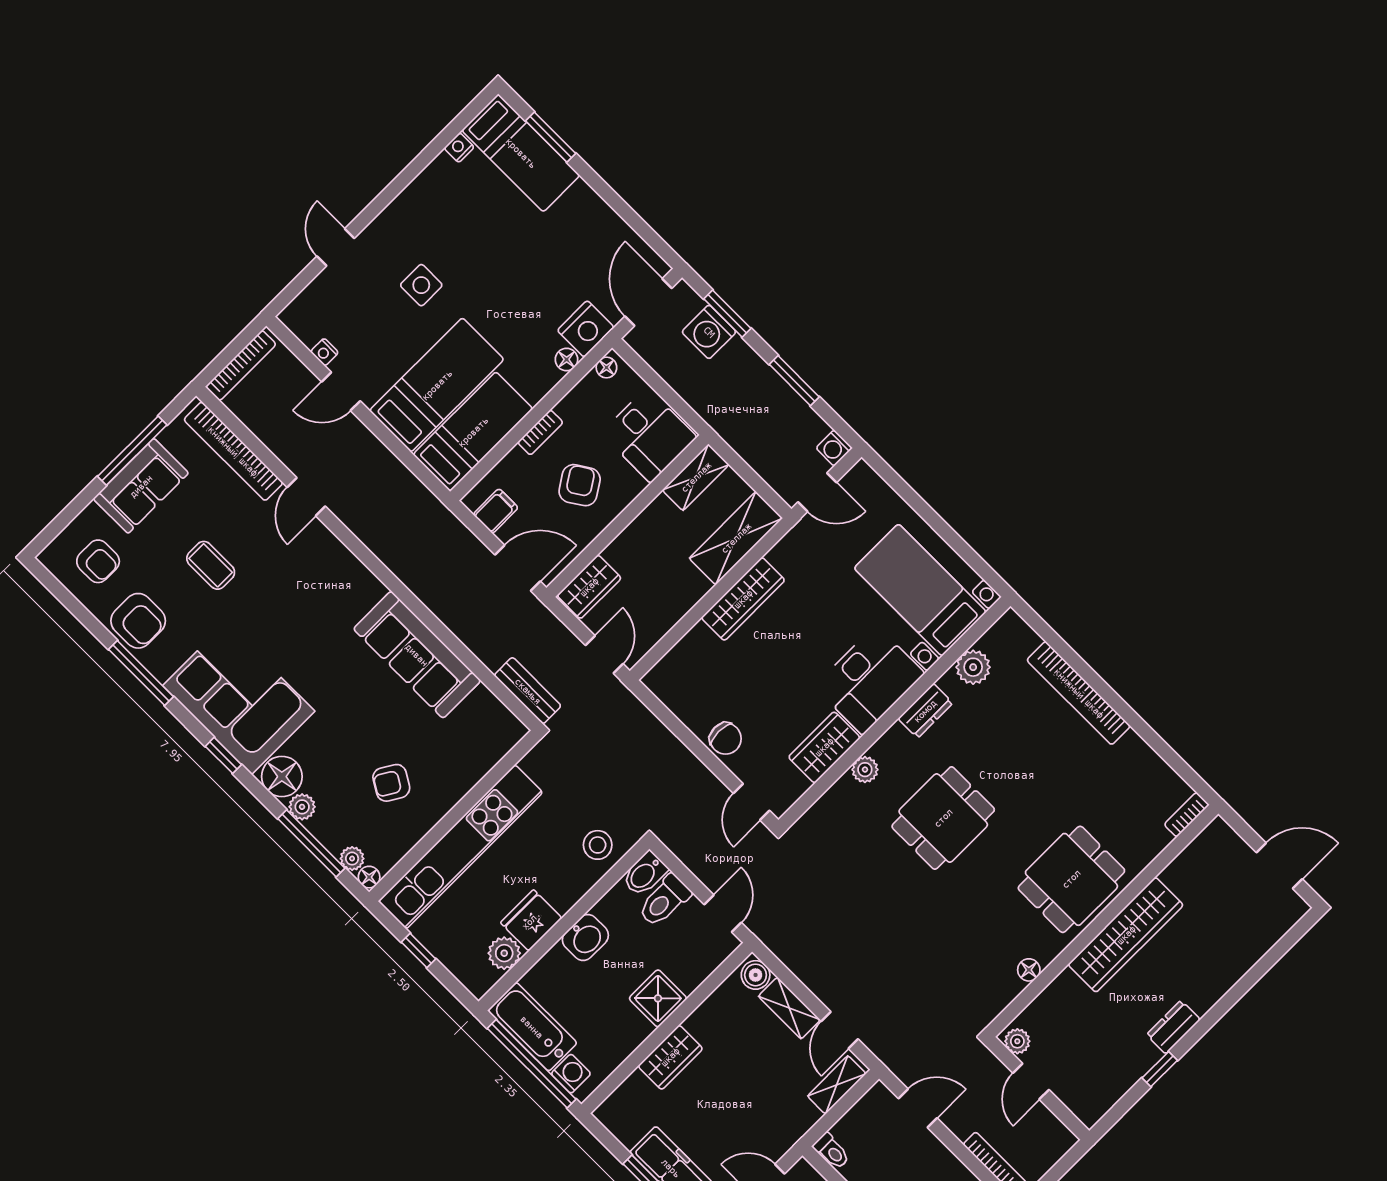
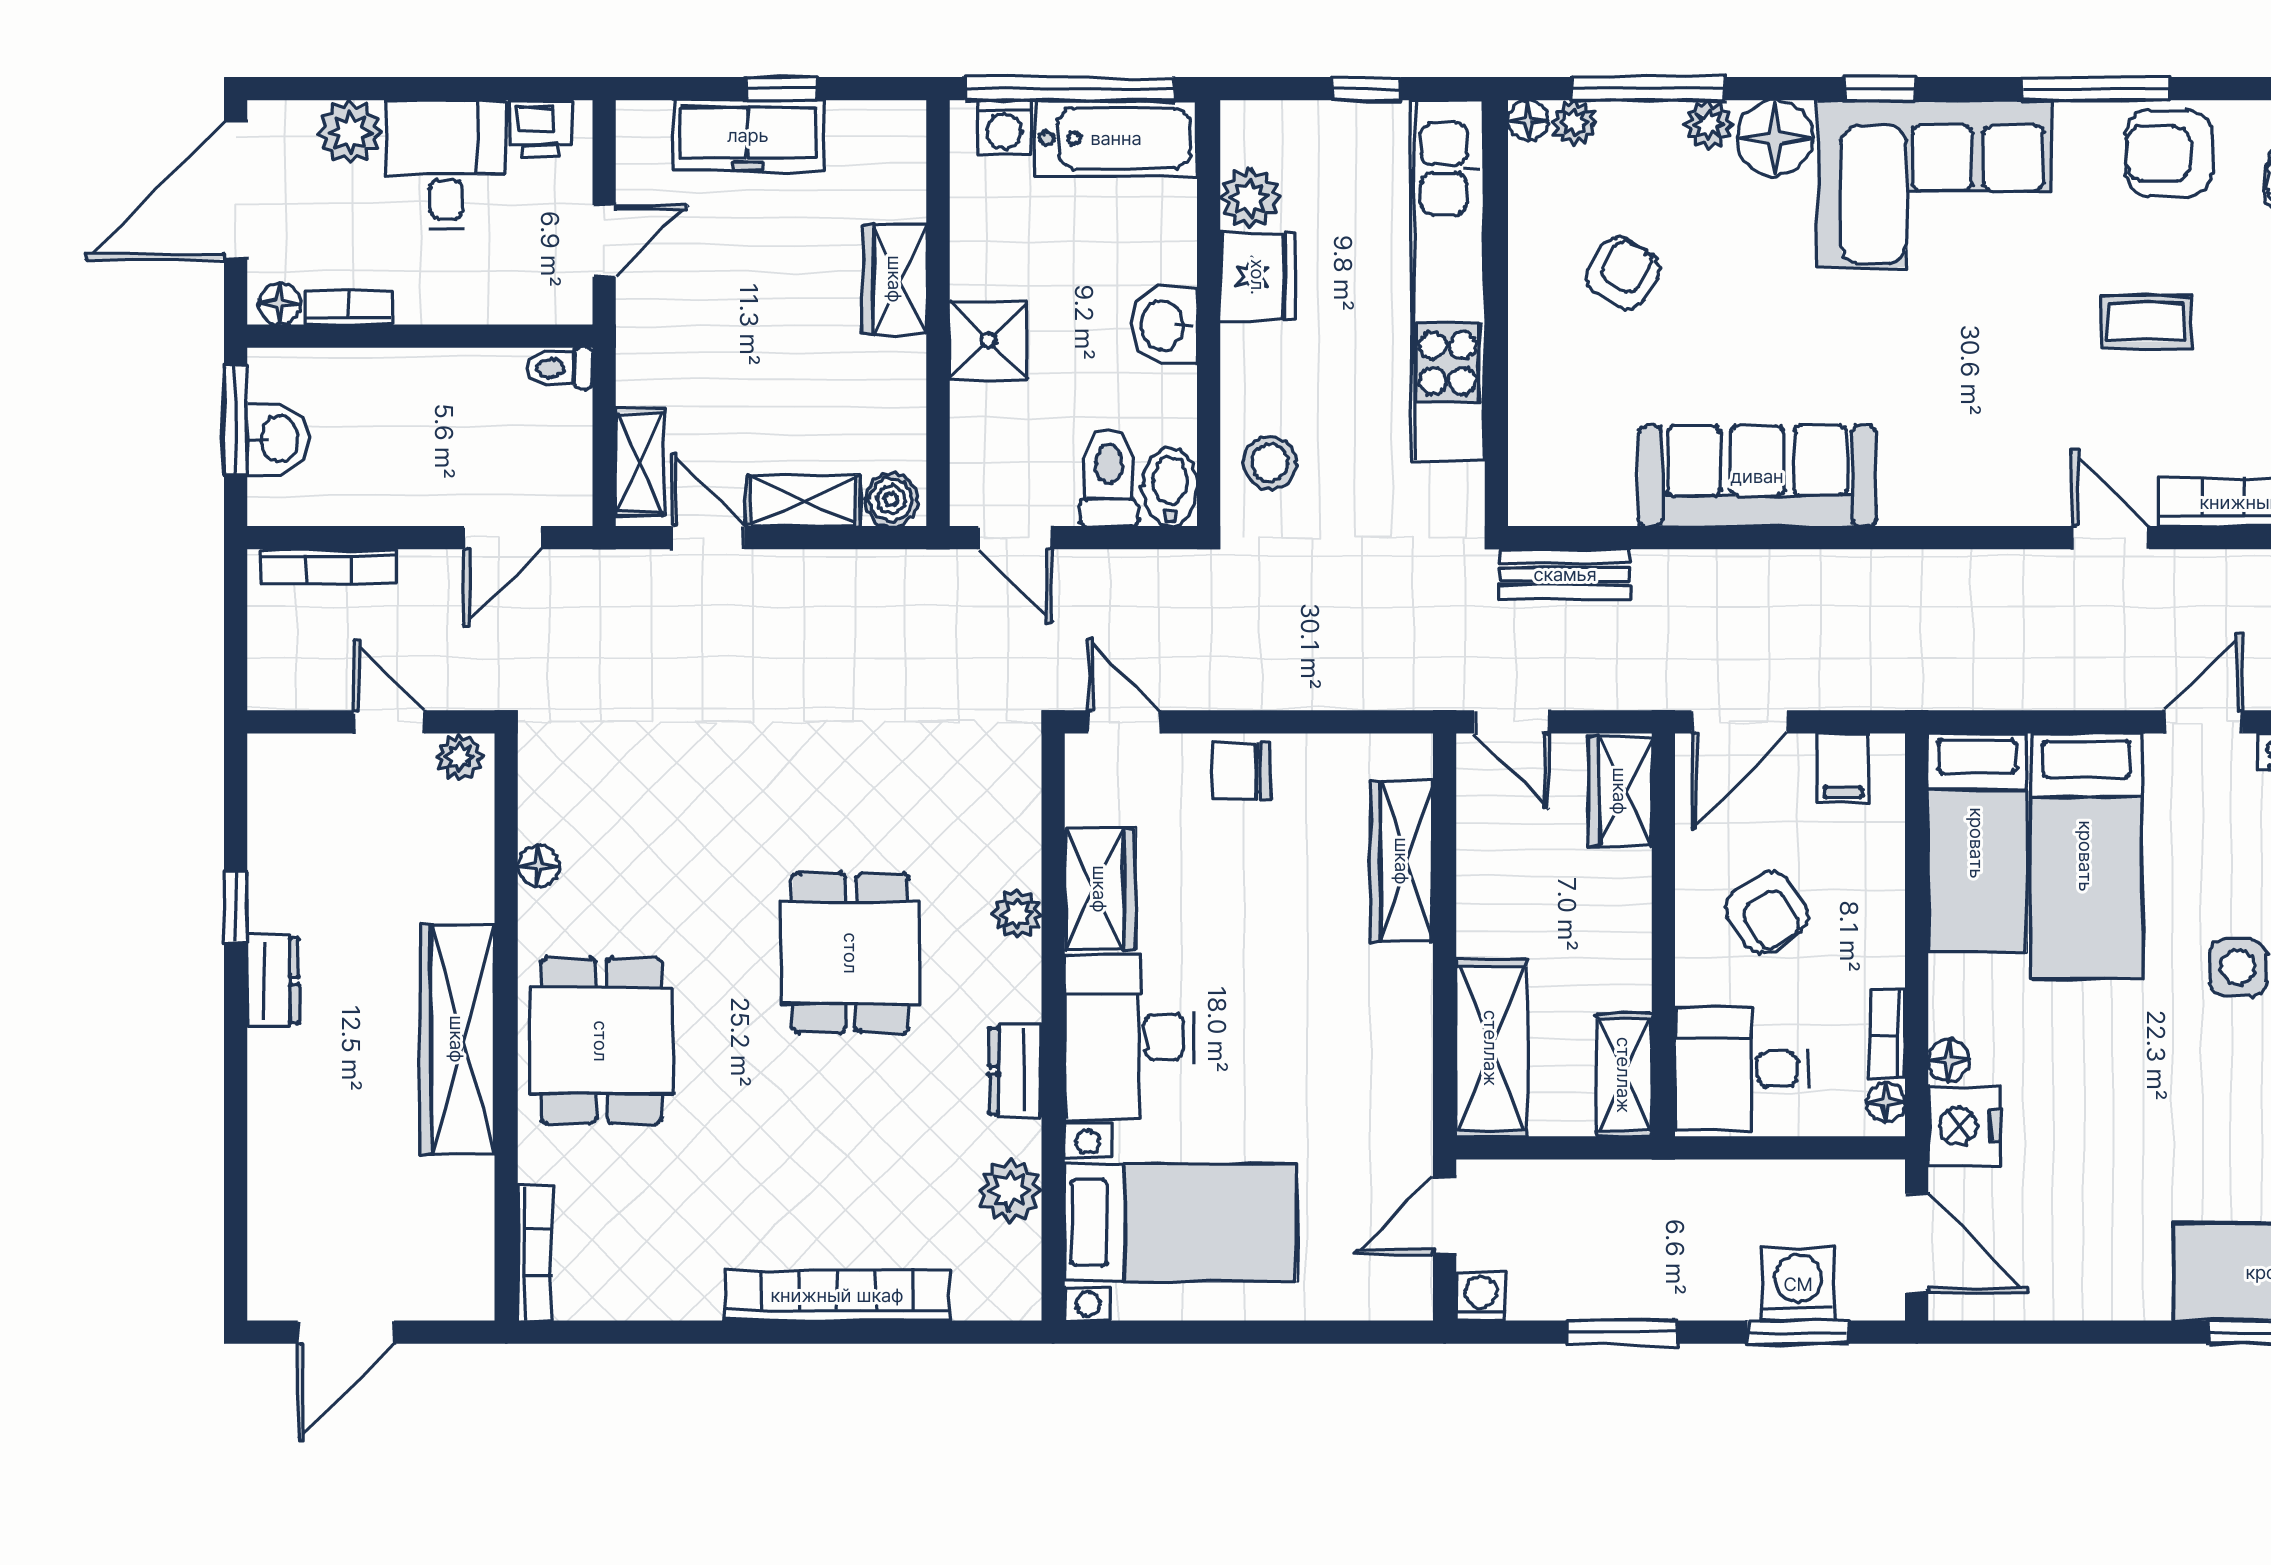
bookcase: (540, 432) -> (1888, 1035), moved
wardrobe: (743, 599) -> (1402, 861), moved
bookcase: (1187, 815) -> (535, 1253), width x1.56

